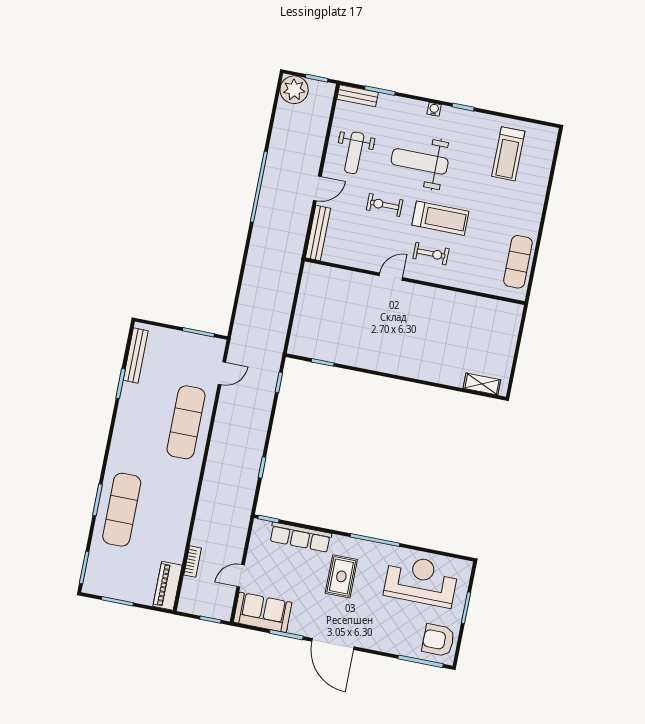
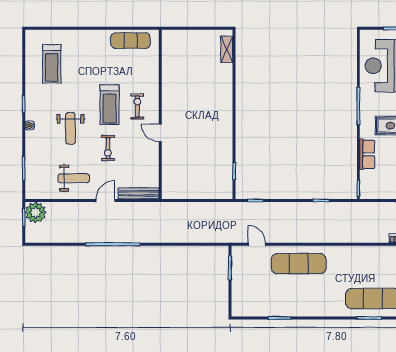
plant: (294, 90) -> (36, 212), moved
bench: (358, 96) -> (31, 184), removed
treadmill: (508, 154) -> (52, 64), turned 90
weight bench: (420, 161) -> (70, 128), width x0.73, depth x0.75
door: (317, 188) -> (105, 200), hinge flipped
treadmill: (440, 218) -> (110, 105), turned 180
bench: (136, 355) -> (256, 311), removed
row of seats: (300, 537) -> (367, 154), width x0.68

